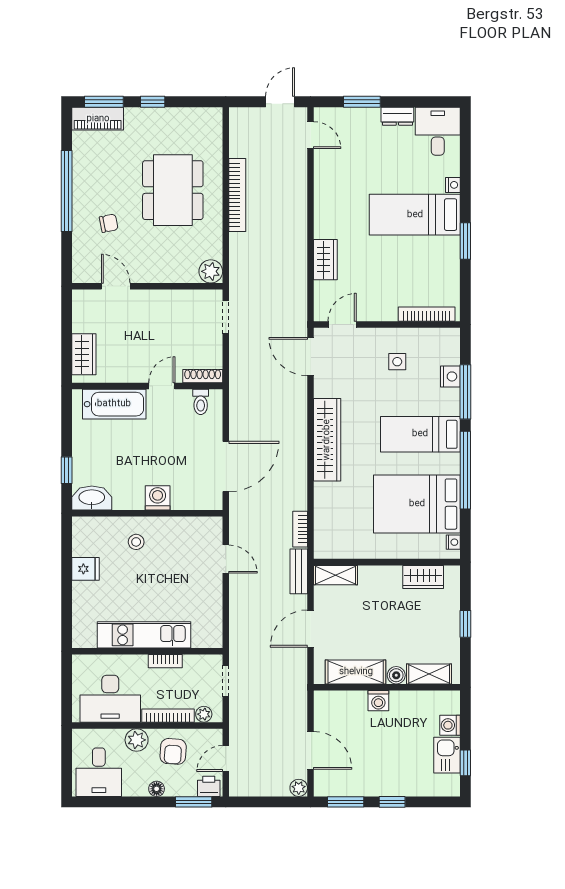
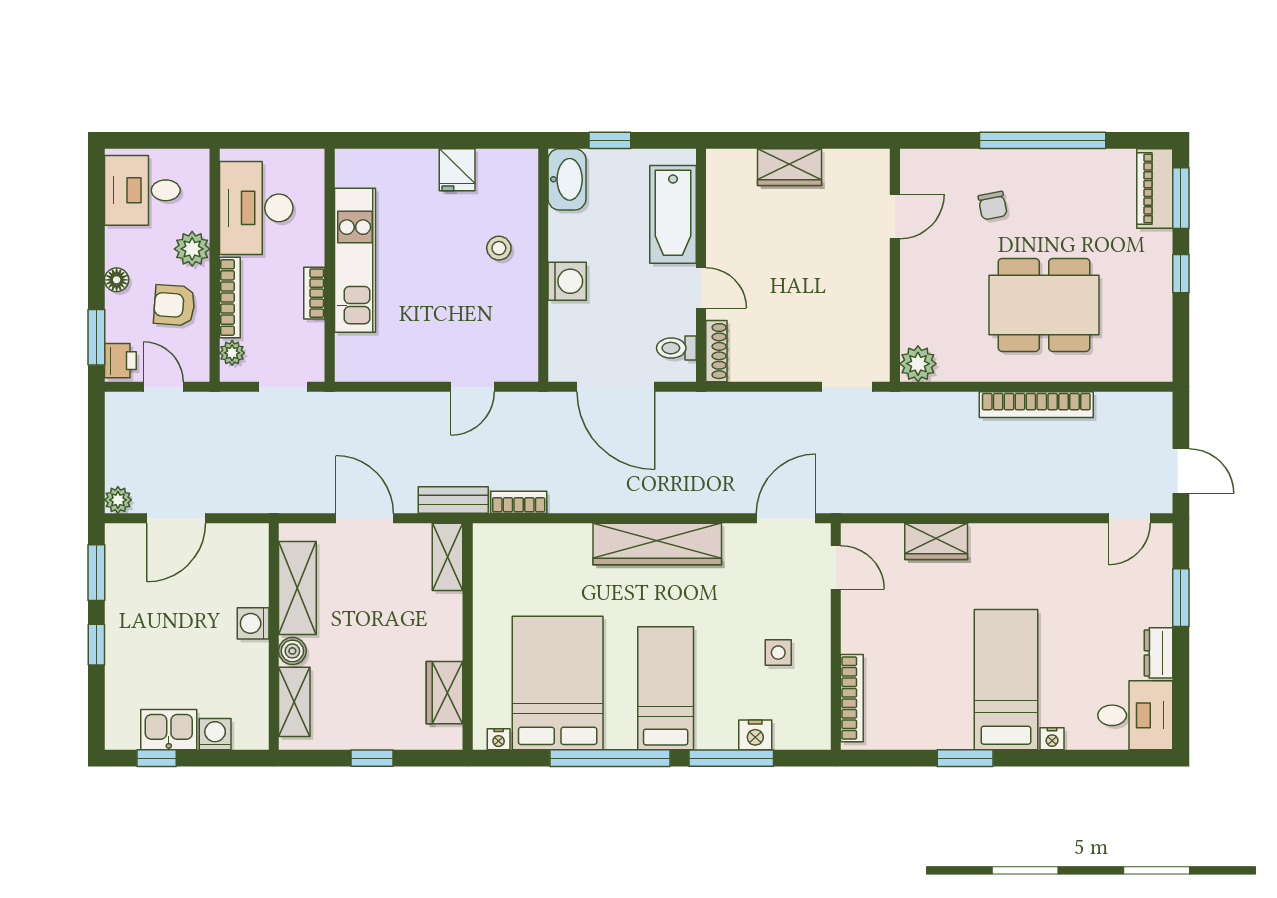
shoe rack: (203, 376) -> (716, 351), moved
wall: (147, 386) -> (701, 265), moved
door: (162, 386) -> (701, 288), moved
toilet: (201, 402) -> (676, 348), moved
bathtub: (114, 404) -> (673, 214), moved

